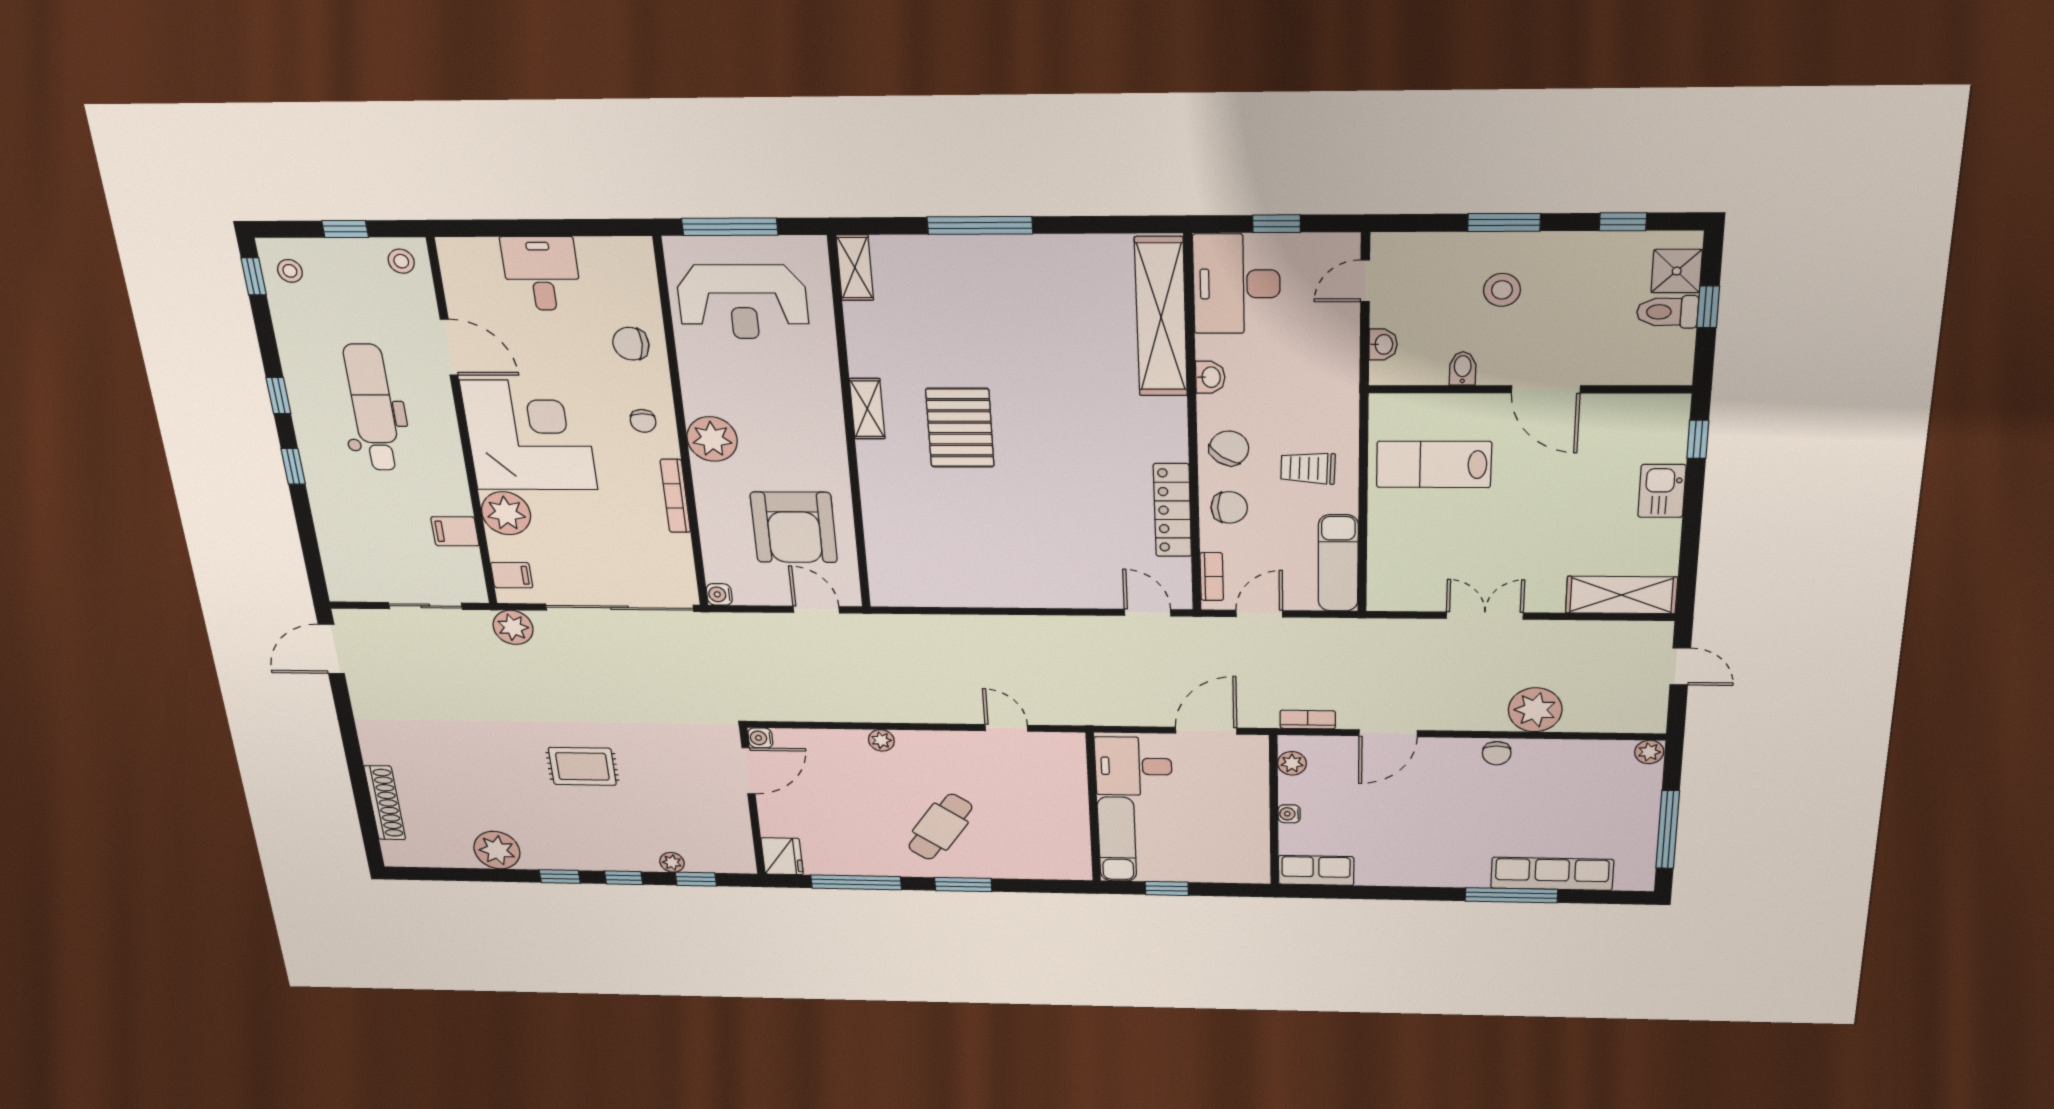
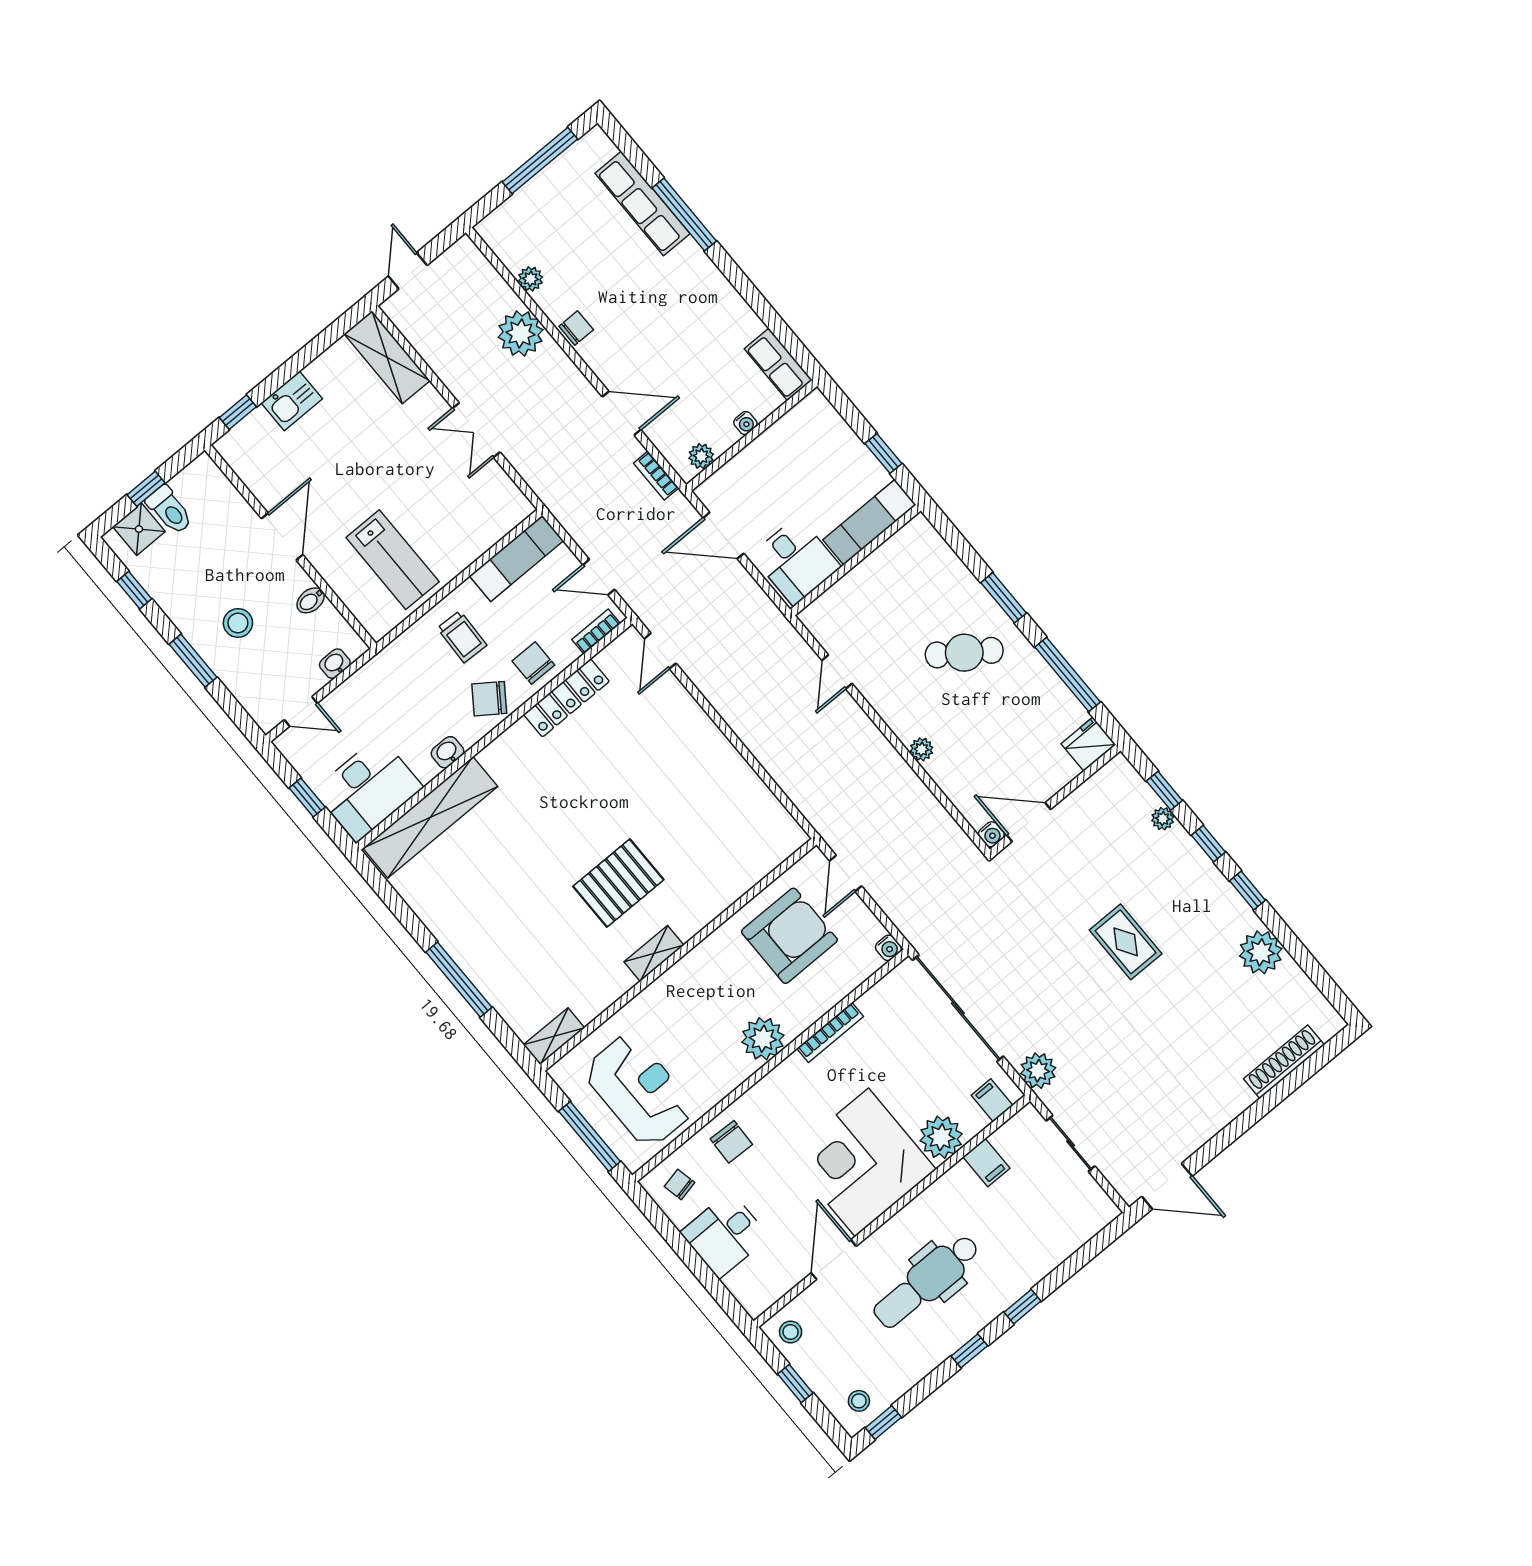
chair: (643, 421) -> (679, 1184), moved, turned -102
plant: (1649, 752) -> (530, 279), moved

